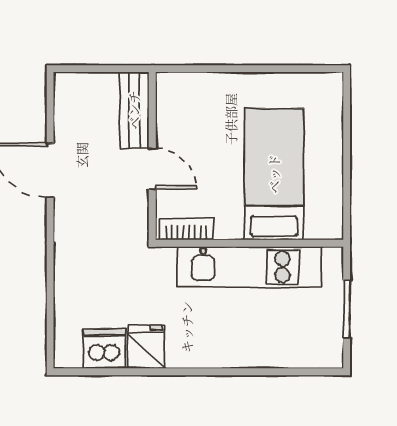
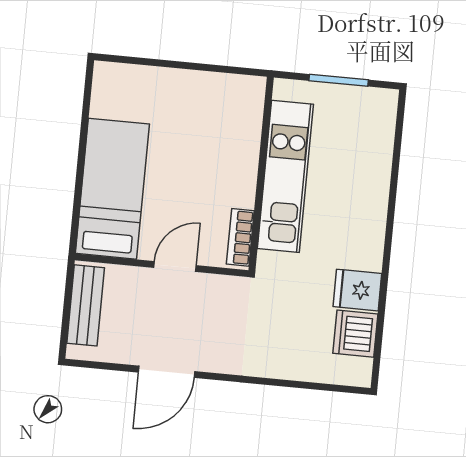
bench: (134, 110) -> (86, 305), moved, turned 90
bed: (274, 174) -> (112, 189), moved, turned 90

